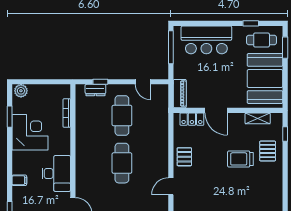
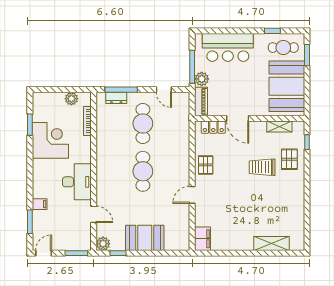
window: (171, 47) -> (192, 67), moved
plant: (180, 71) -> (202, 79), added
window: (100, 82) -> (121, 90), width x2.17
plant: (21, 91) -> (71, 99), moved
filing cabinet: (19, 180) -> (40, 204), moved

